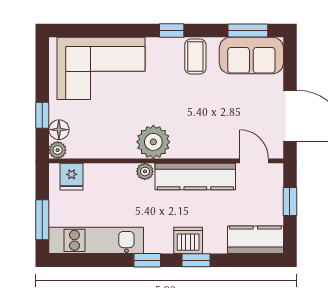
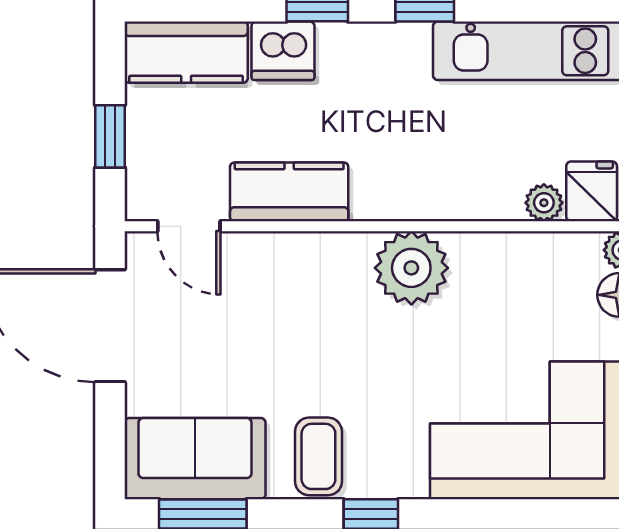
plant: (145, 171) -> (544, 203), moved
kitchen counter: (195, 176) -> (289, 192), width x0.67
dishwasher: (188, 240) -> (283, 51), moved

